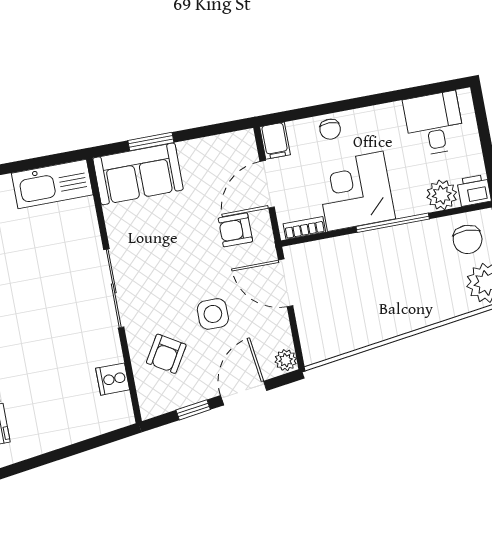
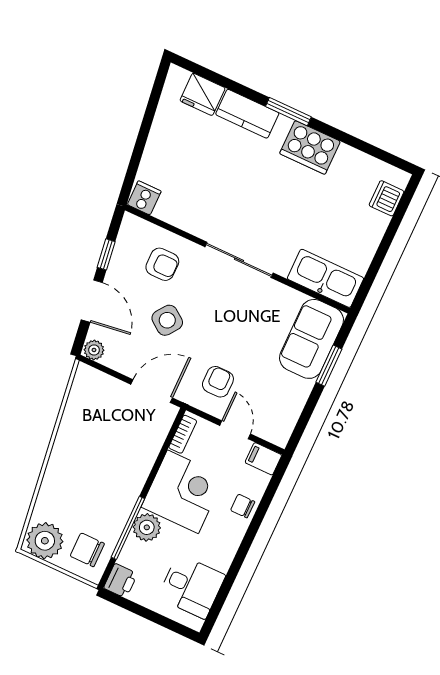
kitchen sink: (52, 184) -> (326, 278), moved, turned 90
door: (267, 184) -> (235, 430), width x0.73
plant: (442, 195) -> (147, 527), moved
window: (393, 223) -> (128, 528), moved
side table: (213, 314) -> (167, 320), turned 36
armchair: (166, 354) -> (162, 264), turned 149
cooker: (113, 379) -> (144, 198), moved

